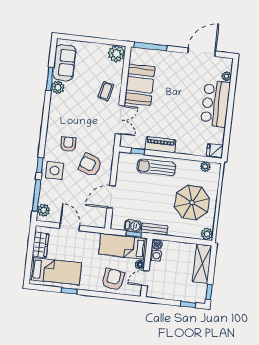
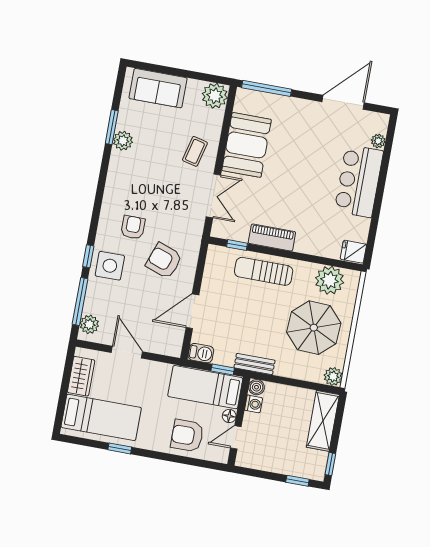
sofa: (64, 63) -> (158, 88), moved, turned 90
plant: (205, 167) -> (330, 280), width x1.88, depth x1.88
barbecue: (133, 226) -> (201, 353), moved
armchair: (113, 279) -> (187, 436), turned -99

